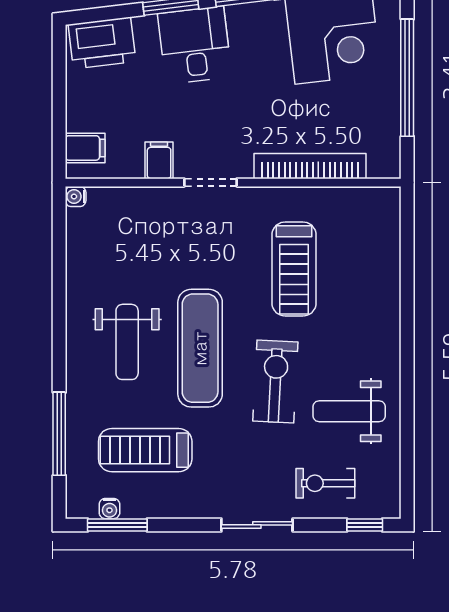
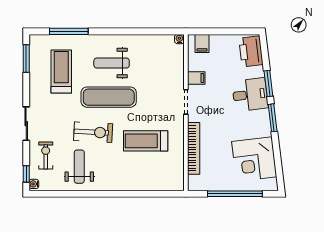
water cooler: (109, 509) -> (34, 184), moved

